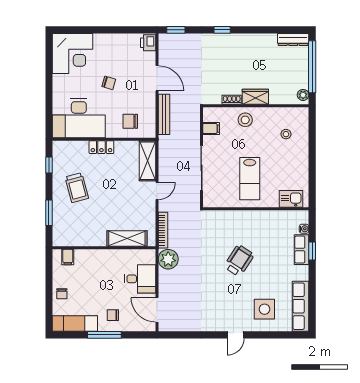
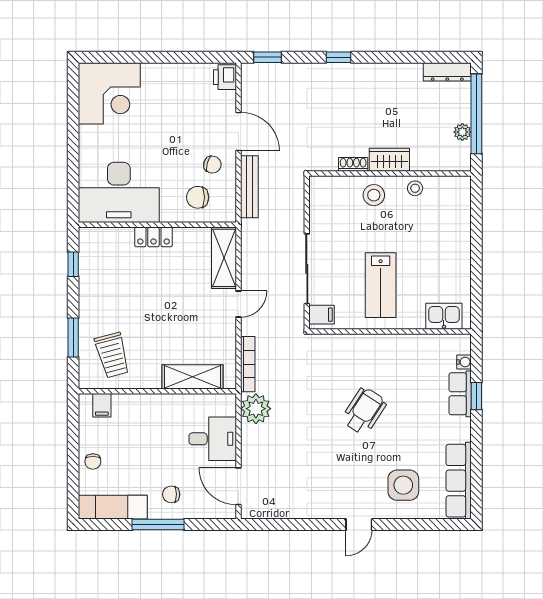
chair: (109, 83) -> (212, 165), moved
plant: (303, 95) -> (462, 132), moved
filing cabinet: (211, 129) -> (322, 315), moved
stool: (286, 134) -> (415, 188), moved
trolley: (77, 188) -> (112, 355), moved

